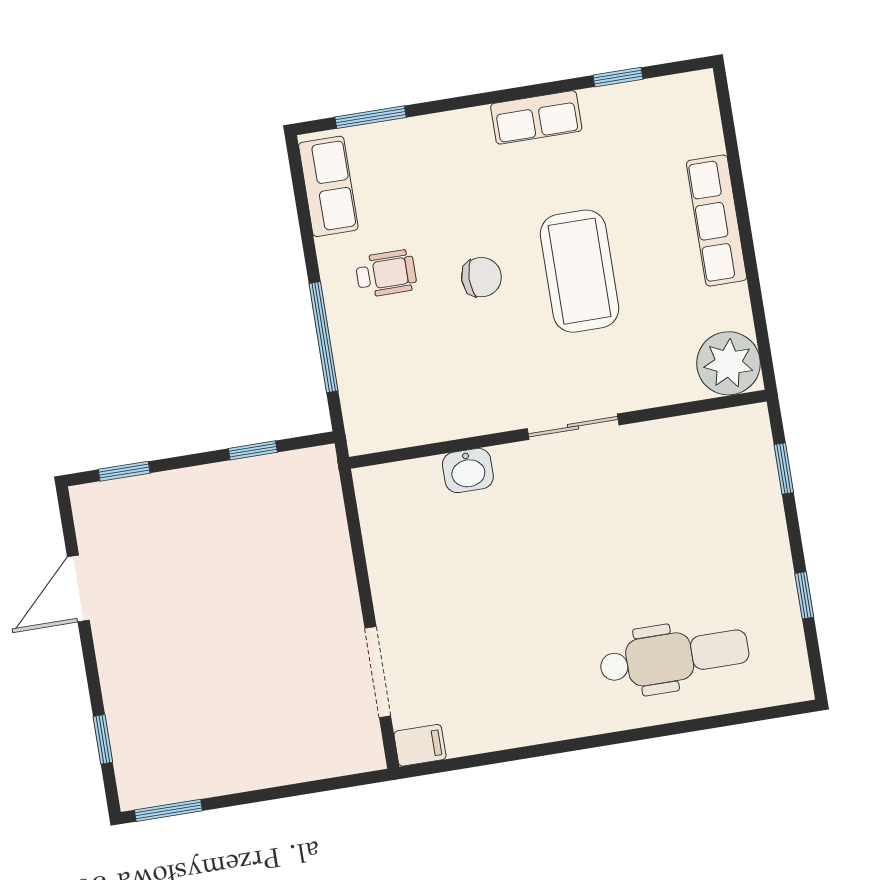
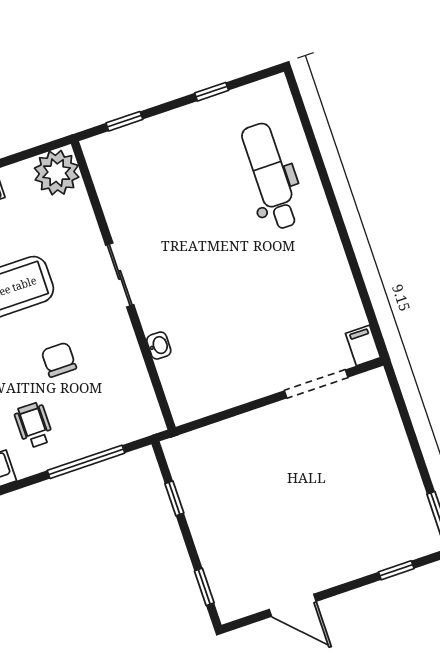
chair: (481, 277) -> (59, 360), moved
washbasin: (468, 470) -> (159, 346), width x0.72, depth x0.69

